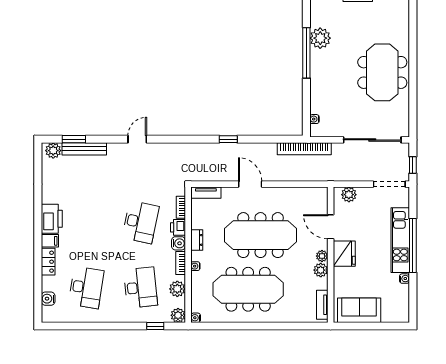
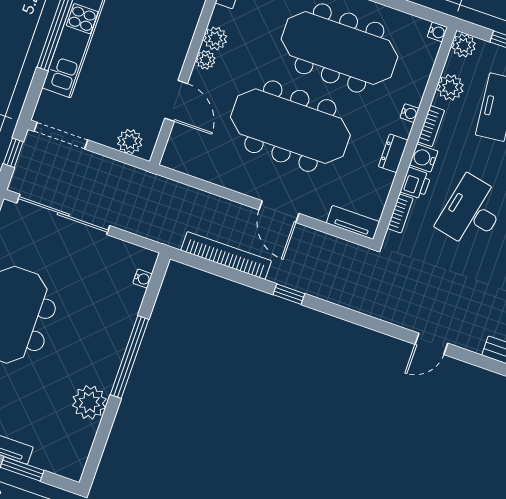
window: (306, 53) -> (129, 357), moved
bookcase: (304, 149) -> (226, 255), moved
fridge: (344, 254) -> (169, 51), removed

